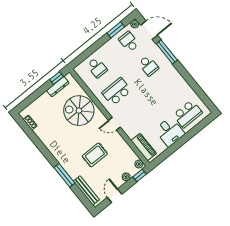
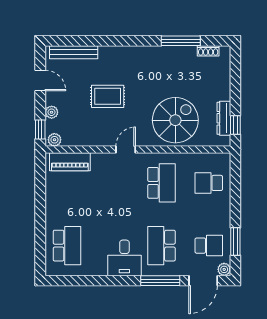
school desk: (148, 66) -> (161, 246), width x1.85
school desk: (188, 114) -> (67, 246), turned 180
desk: (170, 132) -> (124, 258), moved, turned -90
rug: (95, 155) -> (108, 96), turned 90
window: (64, 175) -> (181, 41), moved

